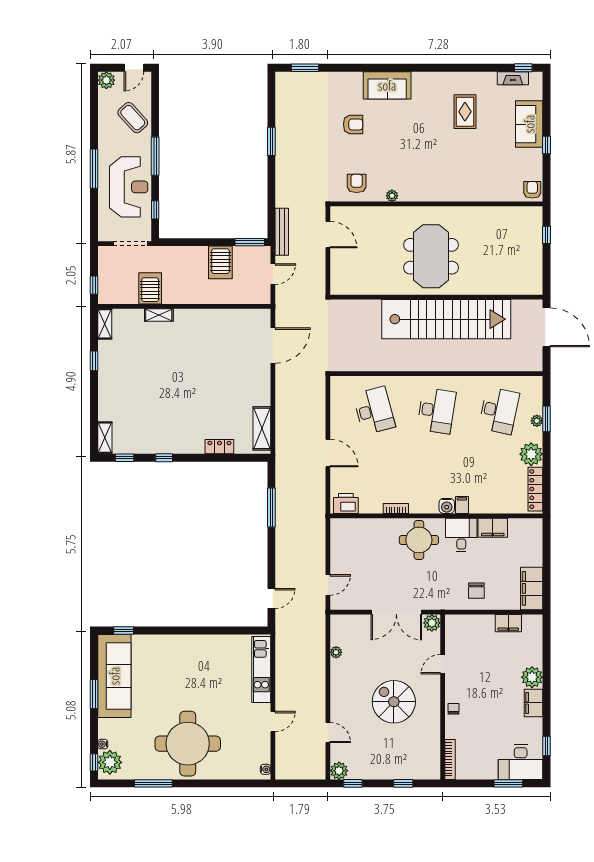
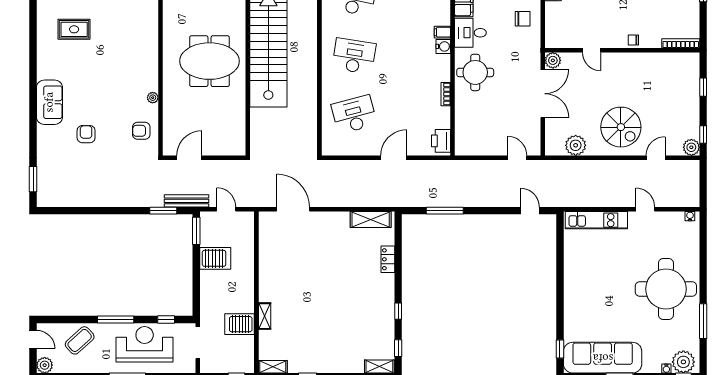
window: (271, 141) -> (163, 211), moved
plant: (336, 652) -> (576, 145), width x1.88, depth x1.88
spiral stairs: (394, 702) -> (621, 127), moved, turned -90

